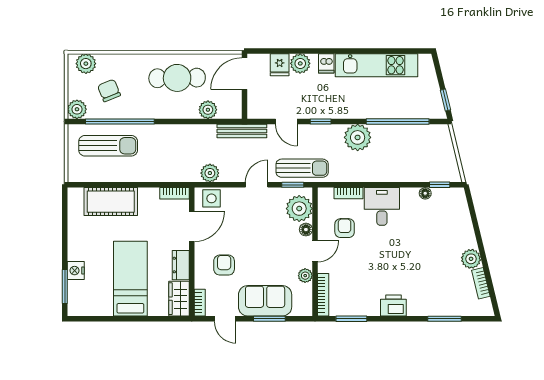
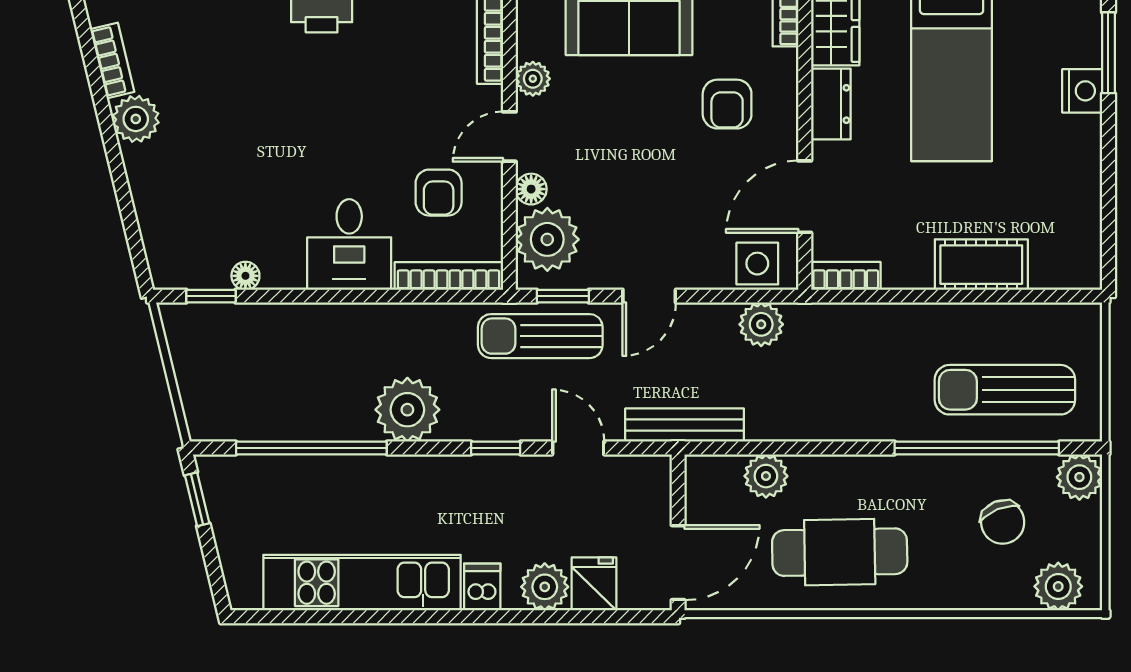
bookcase: (349, 193) -> (449, 276), width x1.56
cot: (111, 202) -> (981, 265), width x0.73, depth x0.75

